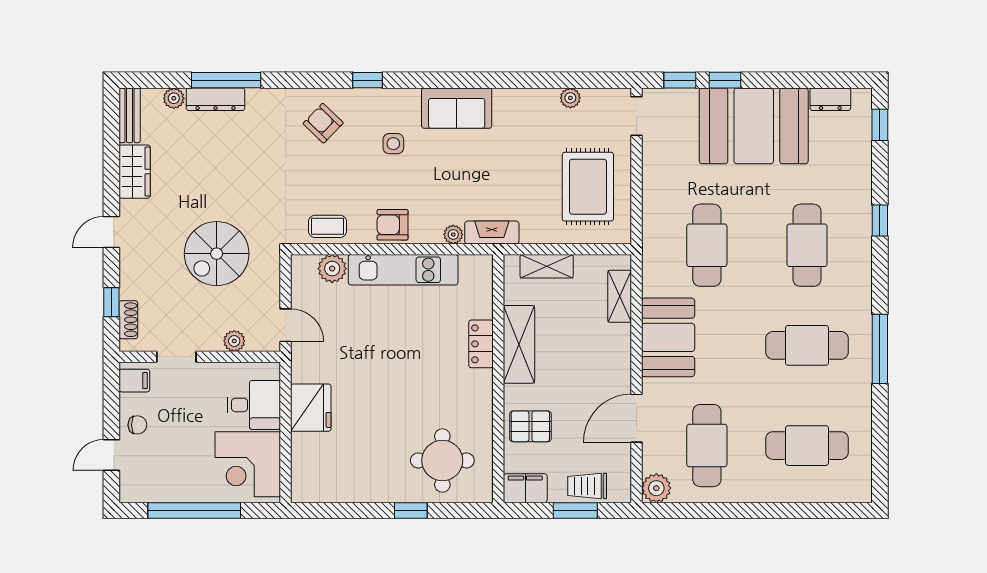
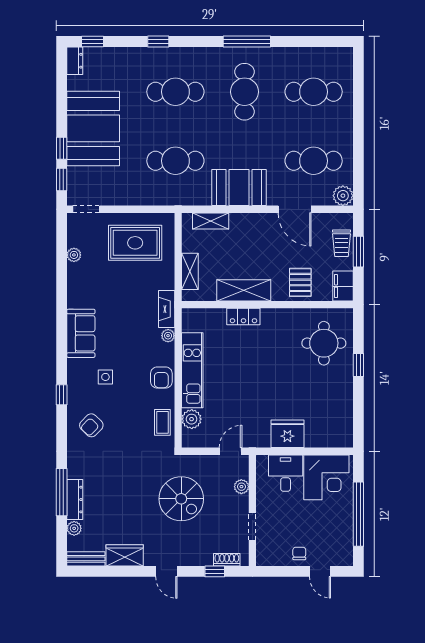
dresser: (830, 99) -> (75, 61), moved
filing cabinet: (134, 381) -> (269, 556), removed
cafe table: (807, 446) -> (314, 92), turned 90

